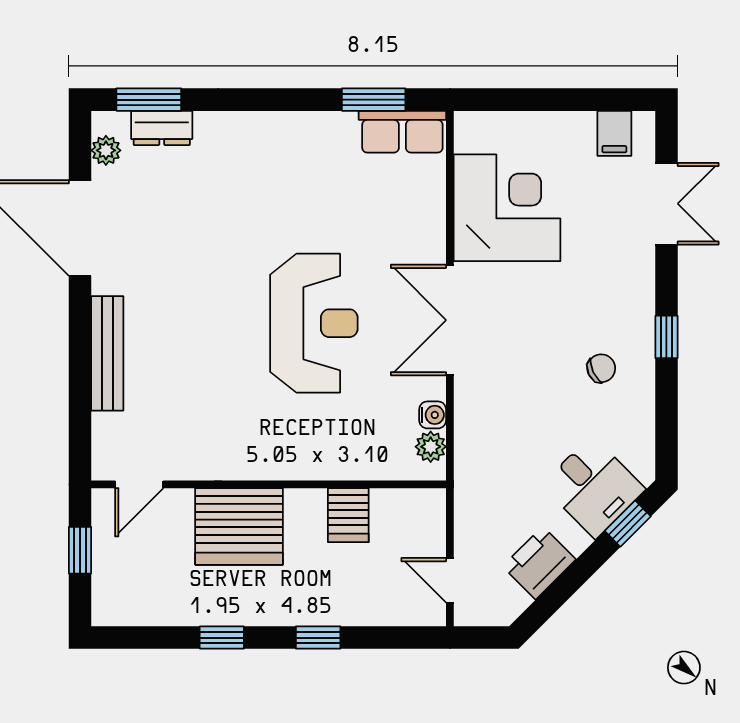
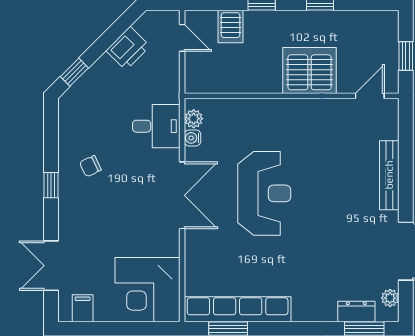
row of seats: (402, 132) -> (238, 309), width x2.02
corner desk: (507, 208) -> (147, 290), moved
reception desk: (314, 323) -> (264, 193), turned 180
desk: (593, 487) -> (156, 126), moved, turned 135
server rack: (348, 515) -> (231, 26), moved, turned 180

